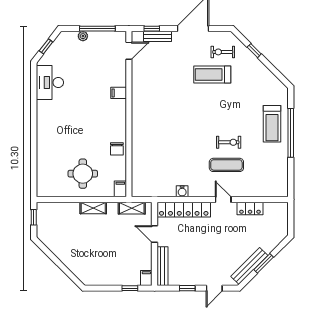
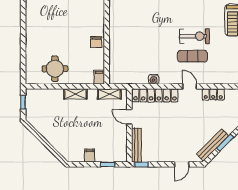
exercise bike: (229, 142) -> (194, 36), width x1.38, depth x1.39
round table: (83, 174) -> (55, 69), moved
filing cabinet: (146, 278) -> (90, 155), moved
window: (187, 288) -> (141, 164), moved

